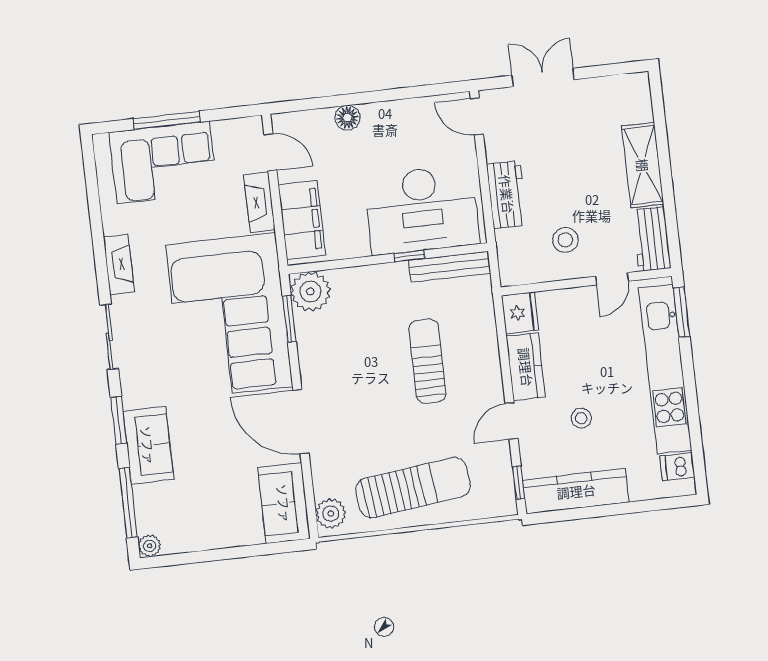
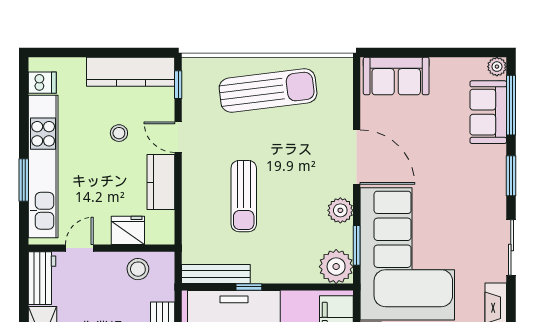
stool: (565, 240) -> (138, 269), moved
window: (681, 312) -> (24, 180), moved
fridge: (520, 313) -> (128, 230), moved, turned 90
door: (512, 421) -> (178, 137), swing flipped
sofa: (148, 445) -> (488, 112), moved
sun lounger: (413, 488) -> (268, 90), turned 180
sofa: (284, 503) -> (396, 76), moved, turned 90
plant: (331, 514) -> (340, 210), moved

